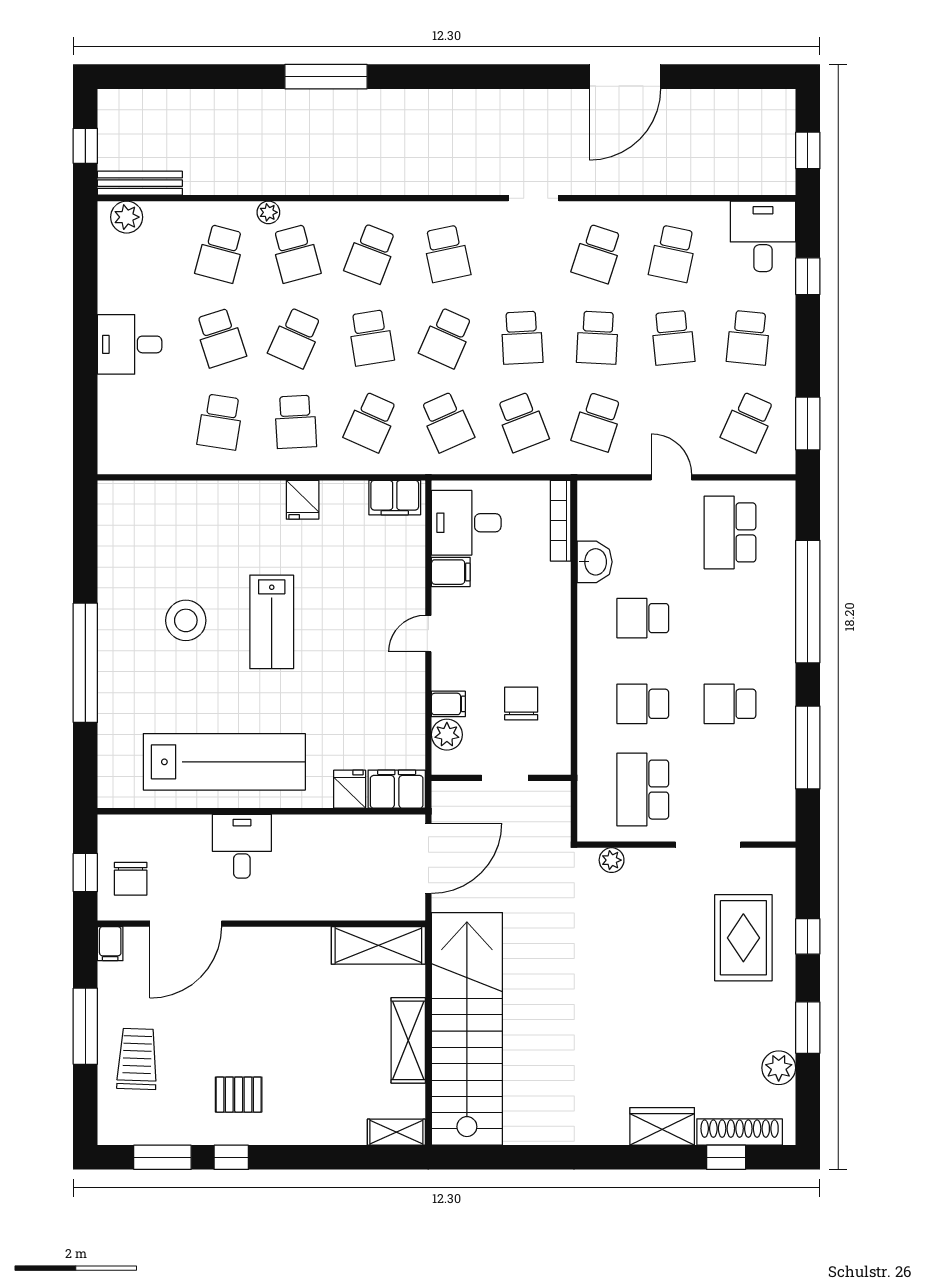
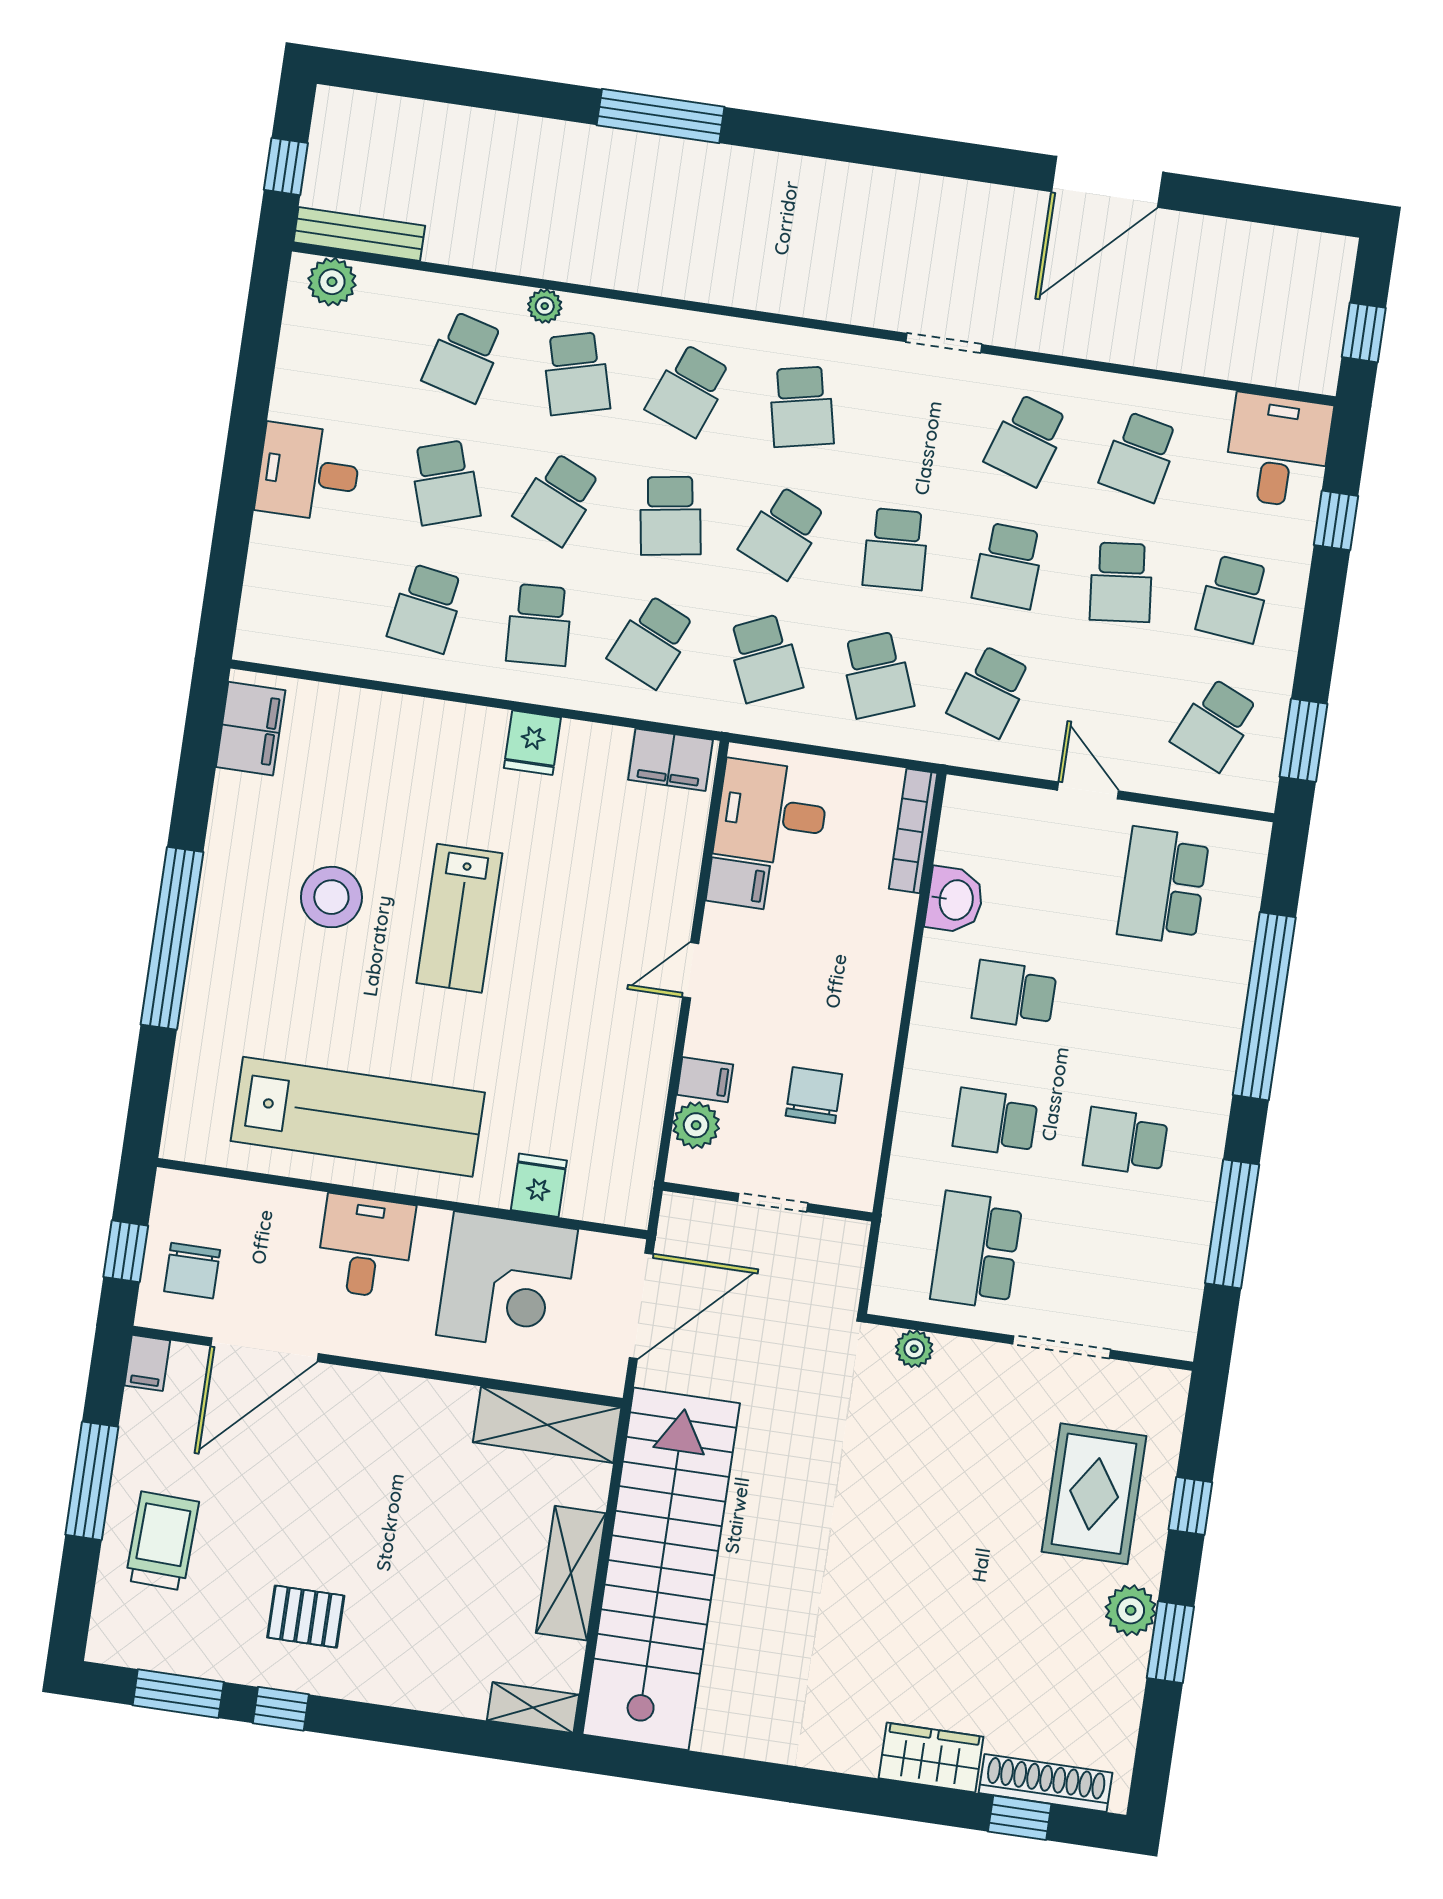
filing cabinet: (397, 789) -> (251, 729), moved, turned 90
corner desk: (338, 856) -> (507, 1282), added
plant: (779, 1068) -> (1131, 1610), moved

